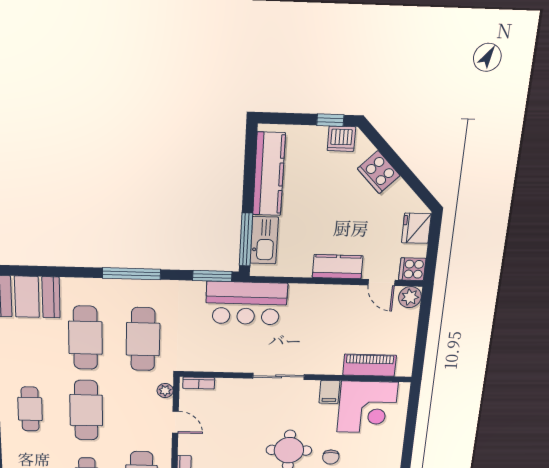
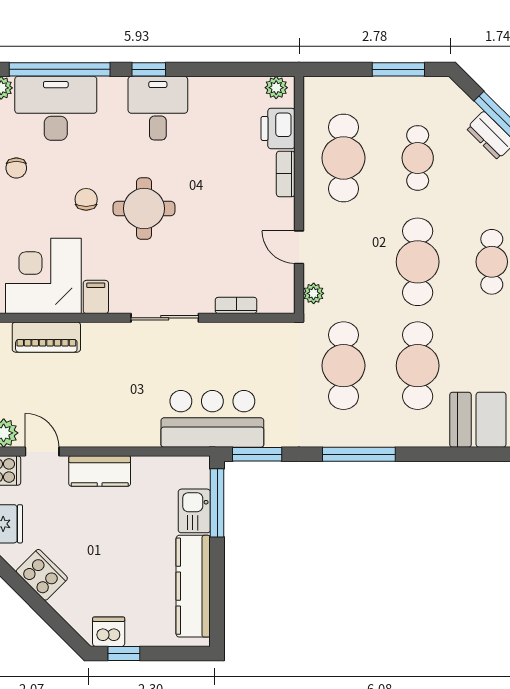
cooker: (379, 172) -> (42, 575), moved
kitchen sink: (264, 240) -> (194, 511), width x0.73
bookcase: (199, 383) -> (236, 305), moved

